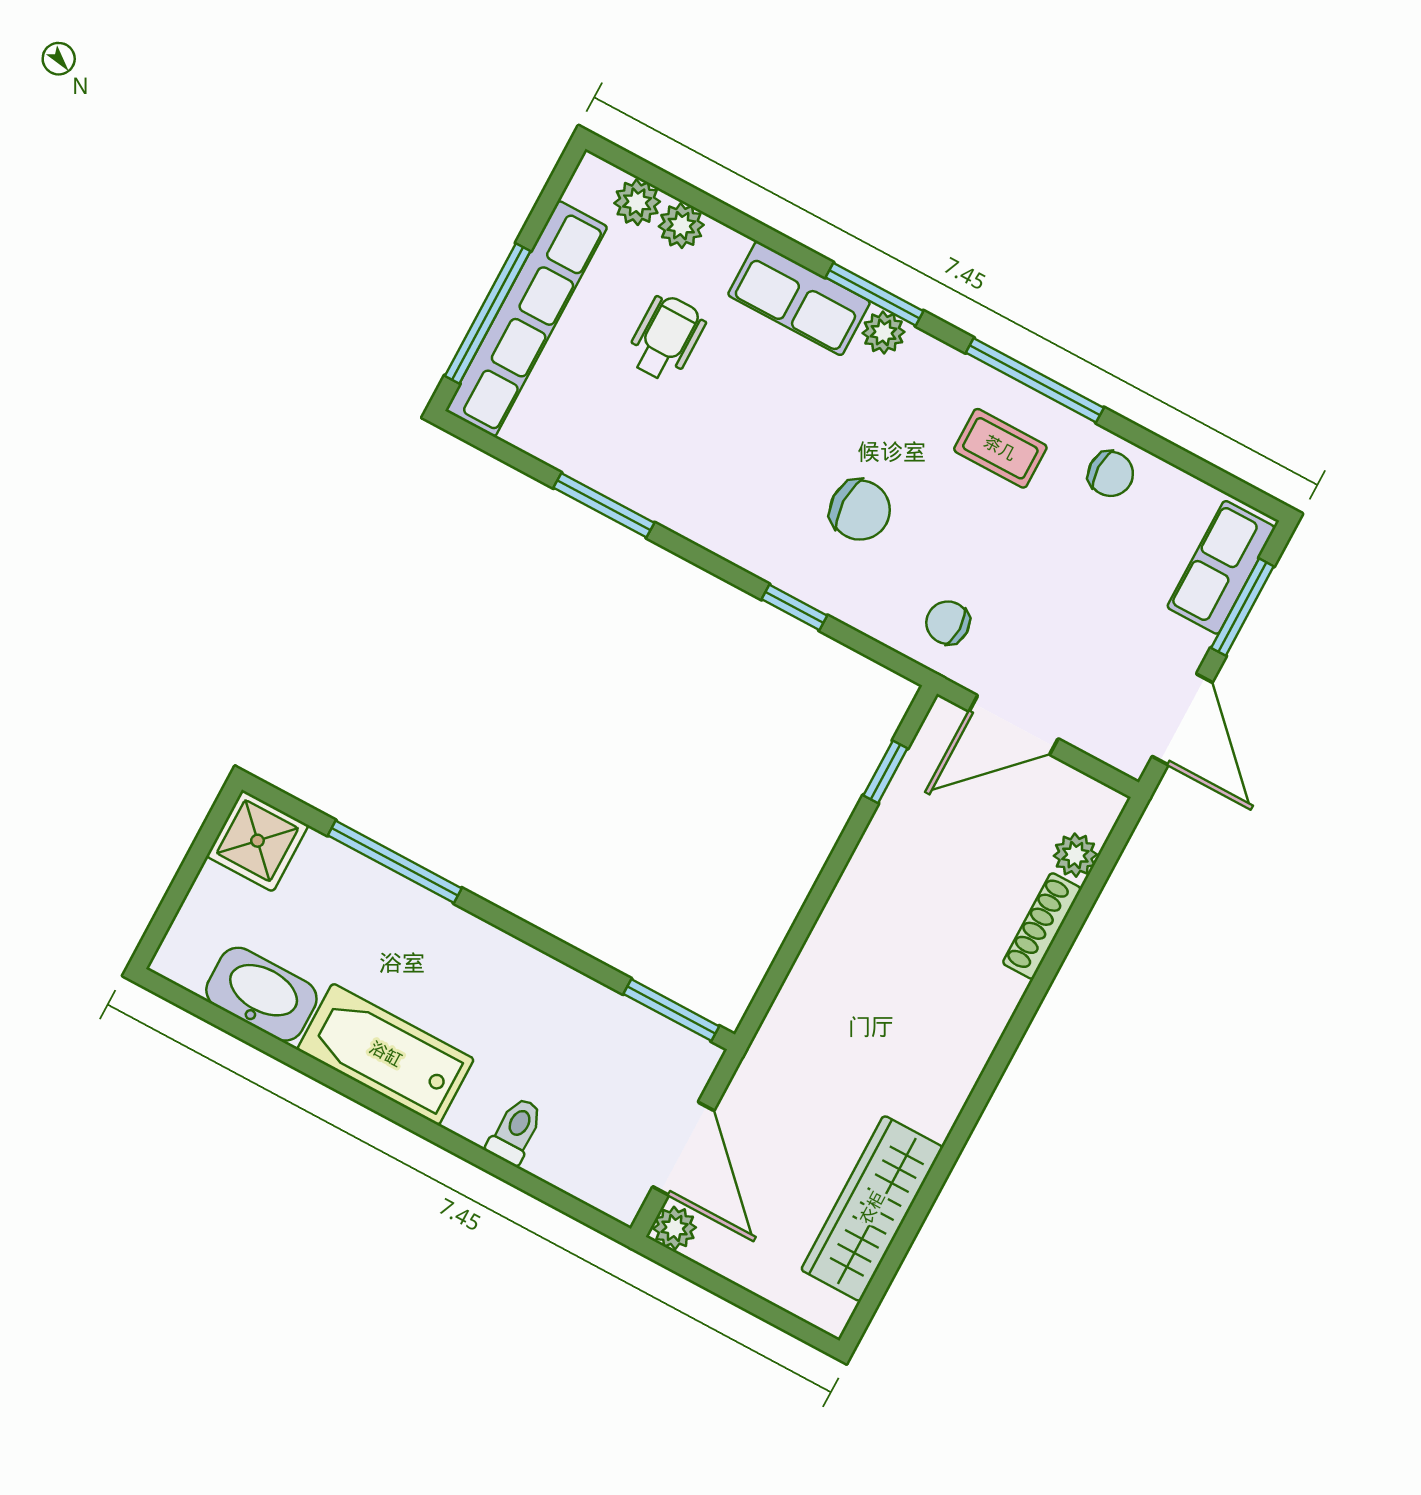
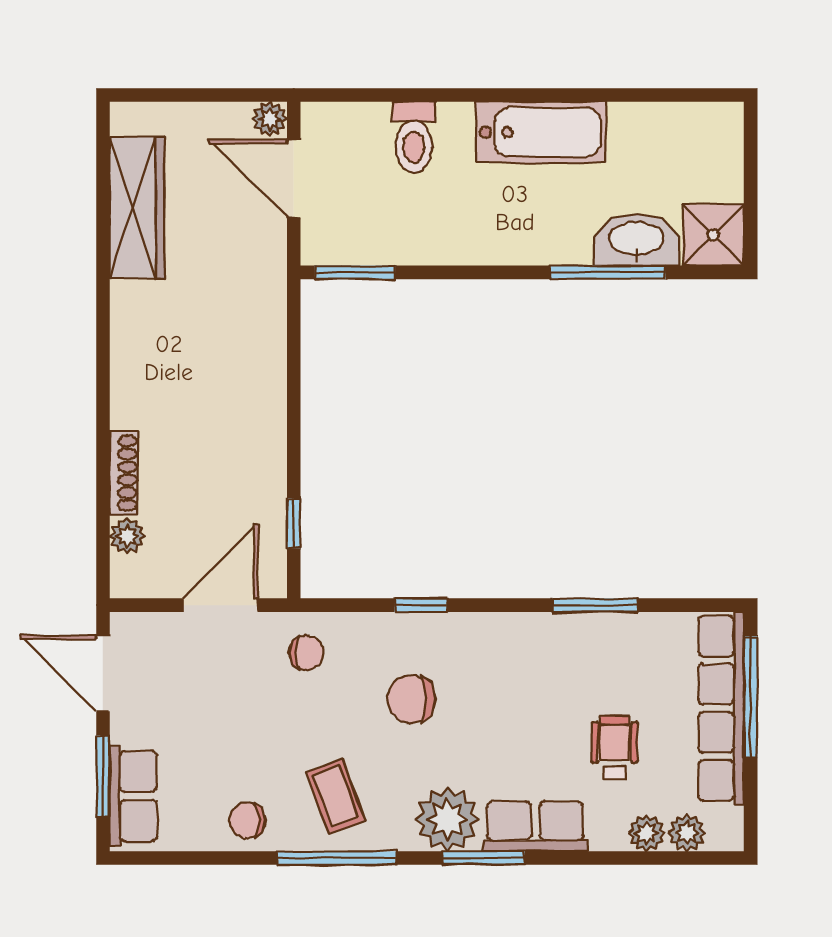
plant: (883, 332) -> (447, 819), width x1.88, depth x1.88
wheelchair: (666, 338) -> (615, 747), turned 180
coffee table: (1000, 448) -> (335, 797), turned 70
washbasin: (261, 994) -> (637, 240), moved, turned 180
toilet: (515, 1131) -> (414, 137), width x1.37, depth x1.39

